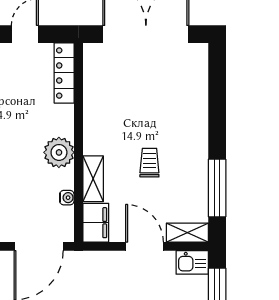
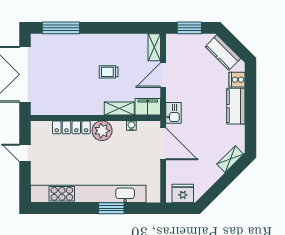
locker: (64, 73) -> (71, 127), moved
window: (217, 188) -> (61, 28), moved
kitchen sink: (192, 262) -> (174, 113), moved

